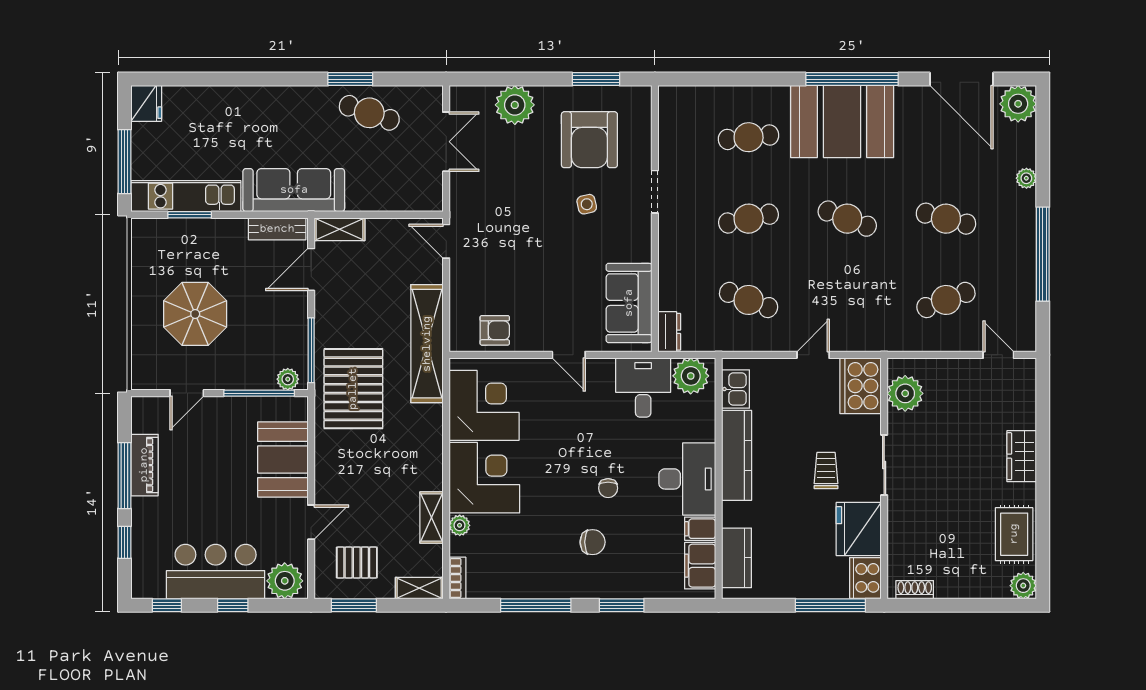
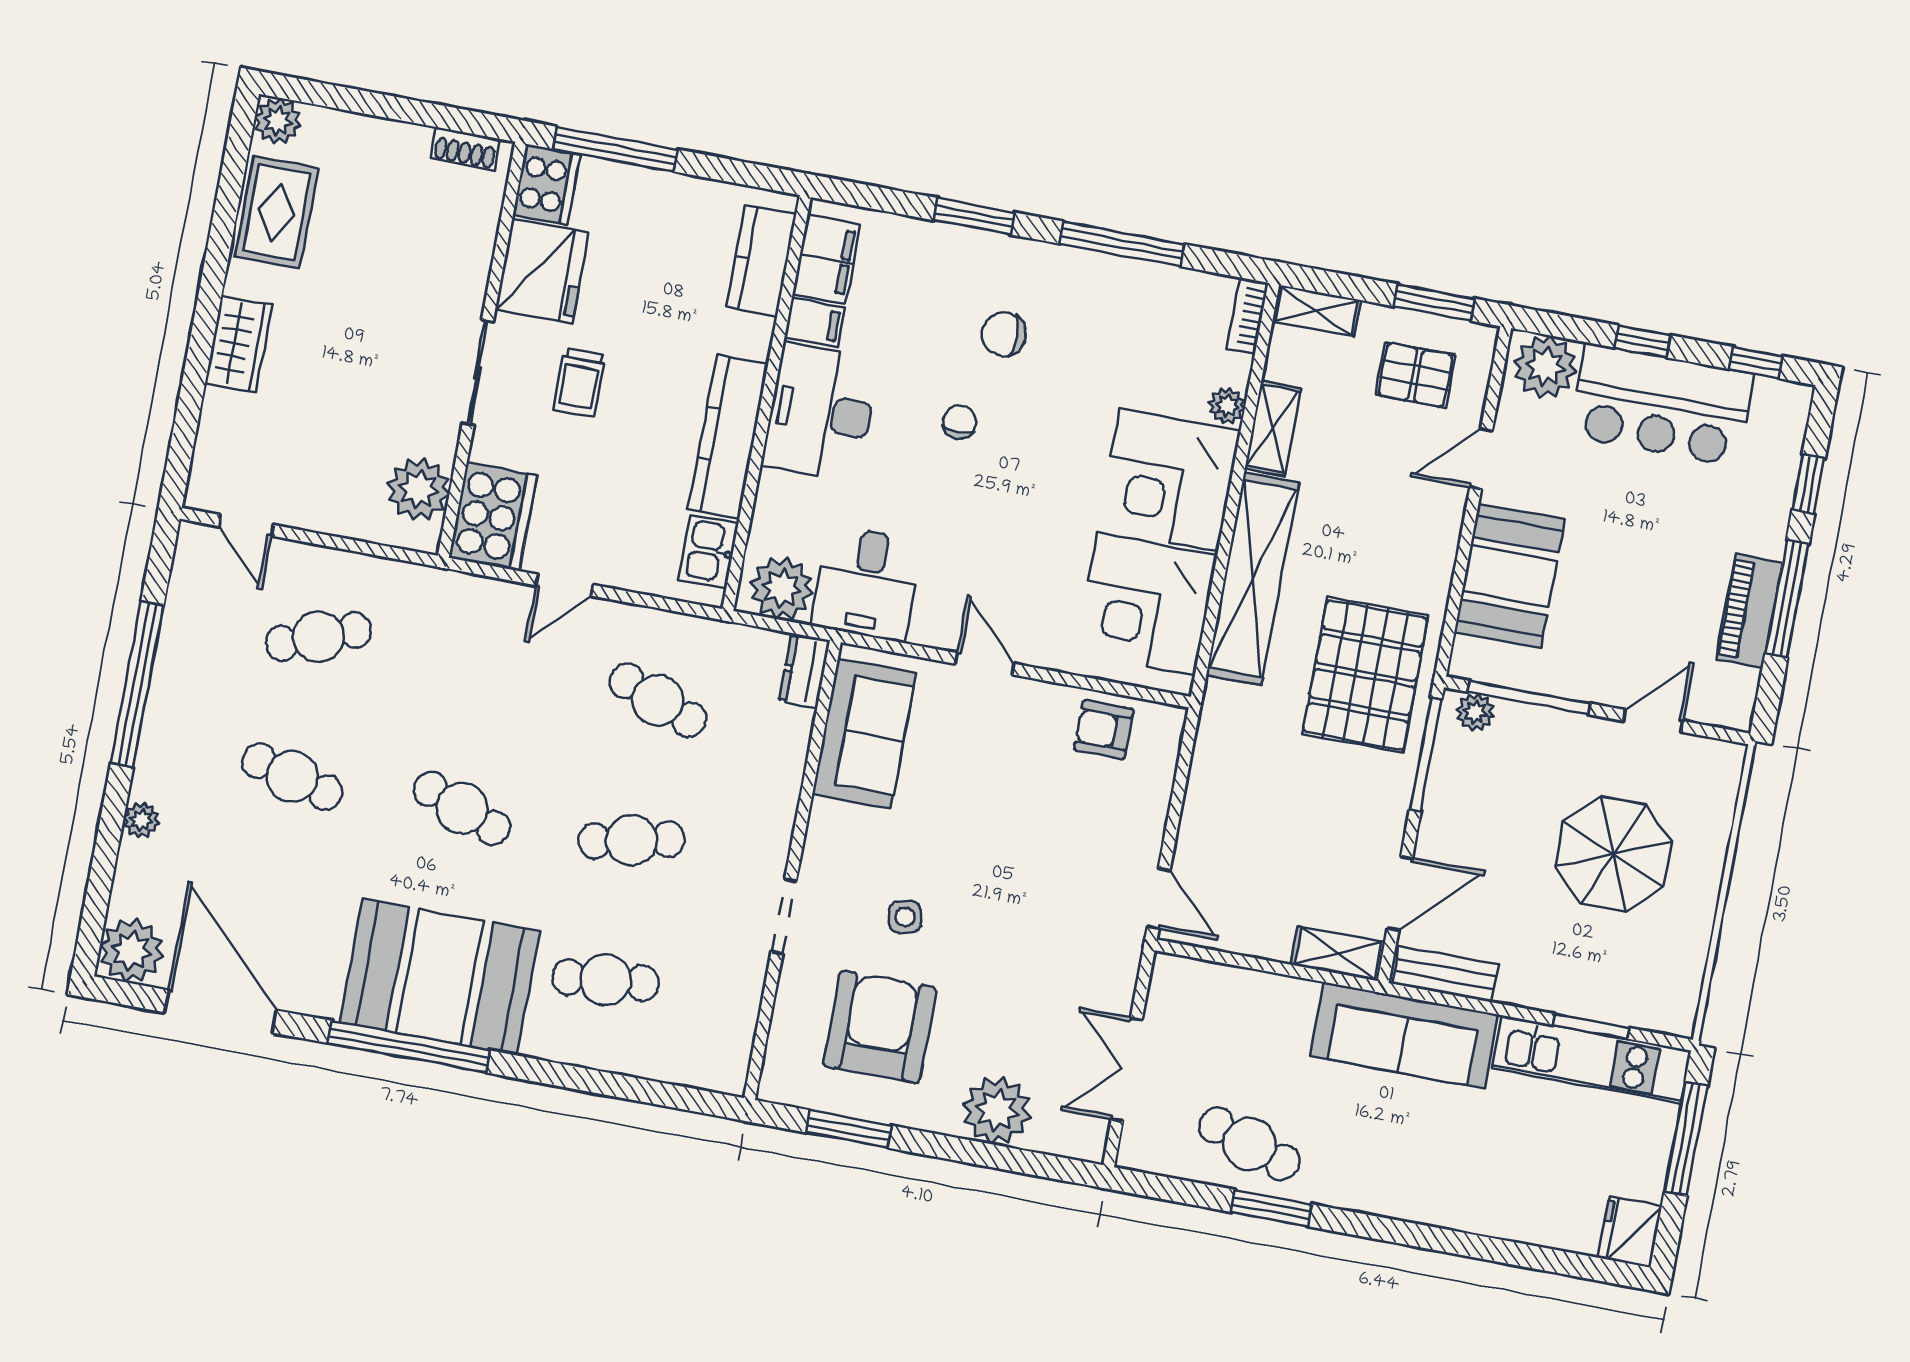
shelving: (427, 344) -> (1253, 579), moved

